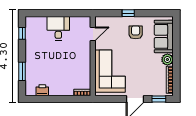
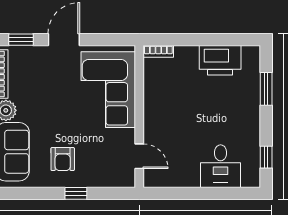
desk: (58, 28) -> (221, 166), moved
door: (93, 34) -> (139, 156), swing flipped
printer: (42, 90) -> (220, 60), width x1.87, depth x1.48

